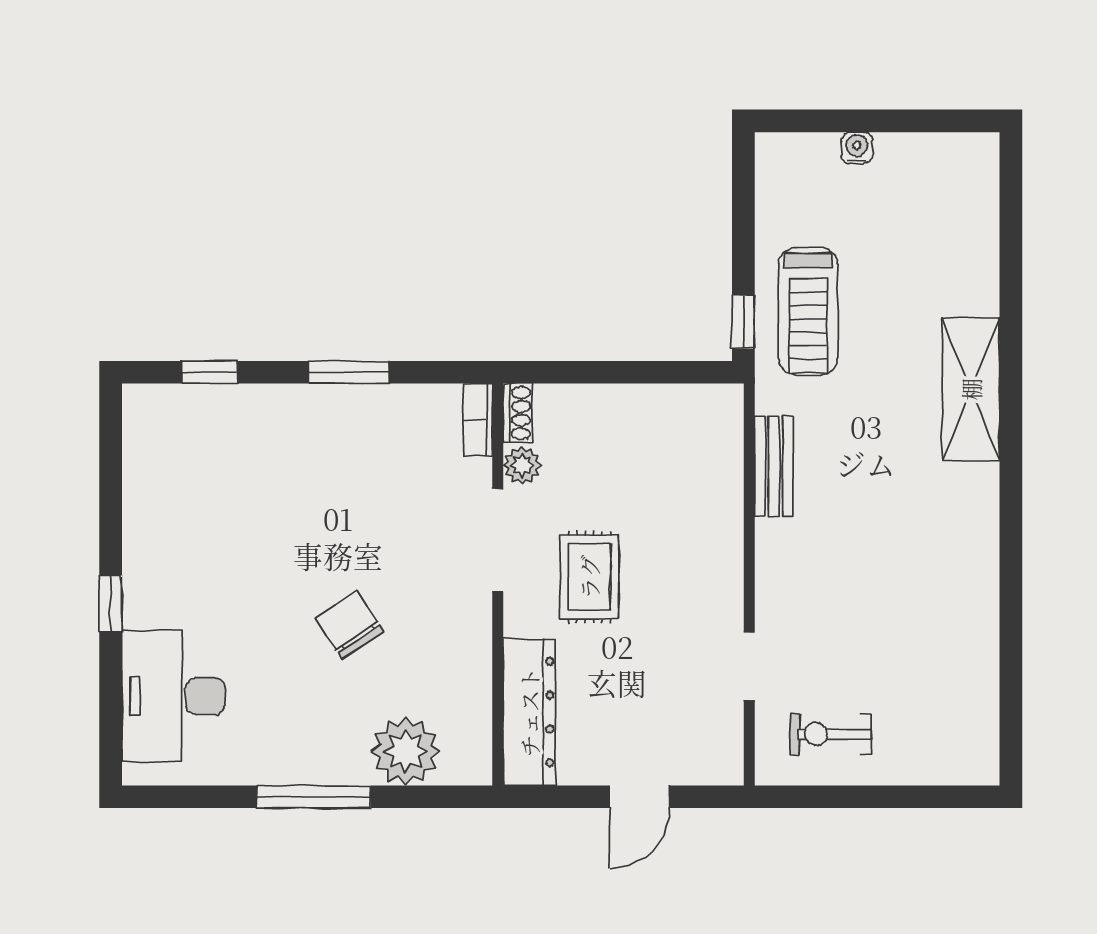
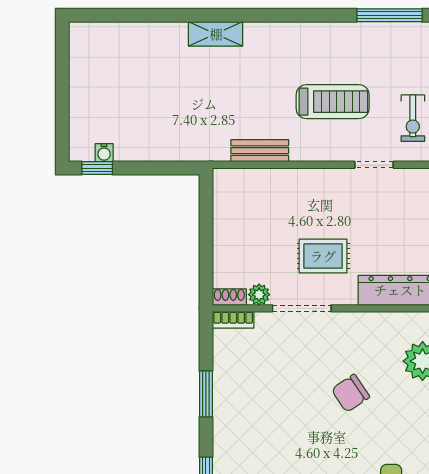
water cooler: (857, 148) -> (104, 153), moved, turned -90
treadmill: (808, 312) -> (333, 102), moved
window: (743, 322) -> (97, 168), moved
shelving: (971, 389) -> (216, 34), width x0.67, depth x0.75
window: (1011, 693) -> (389, 15), added

